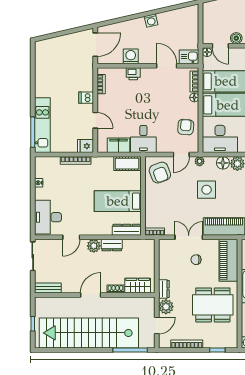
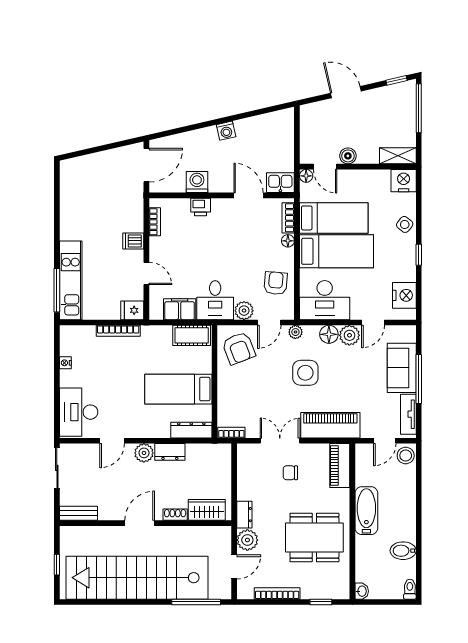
plant: (164, 146) -> (244, 311), added
piano: (228, 260) -> (340, 466), width x0.73, depth x0.75

